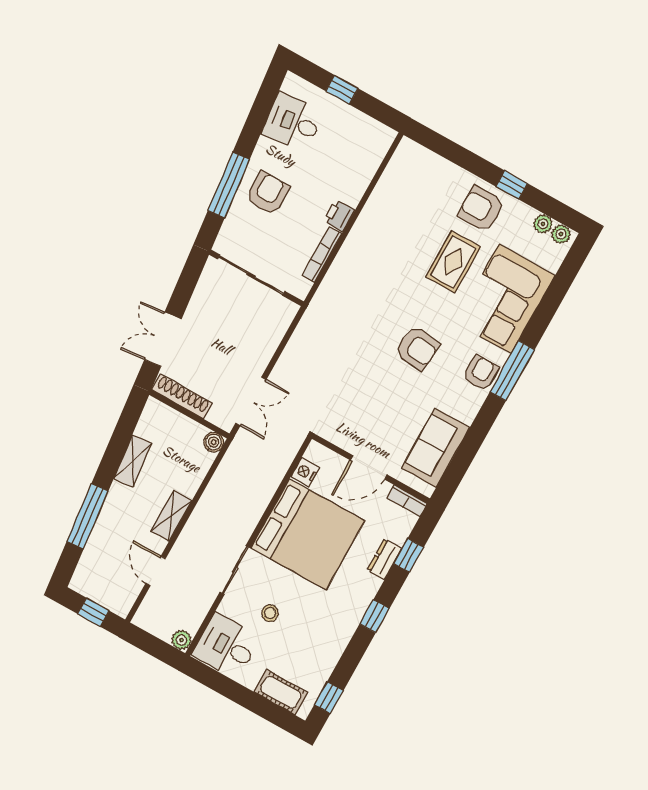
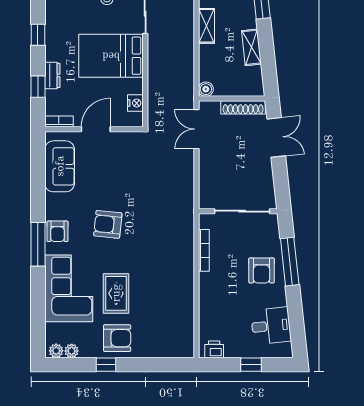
printer: (339, 215) -> (214, 349), moved, turned -90
bed: (308, 534) -> (111, 56), width x0.73

